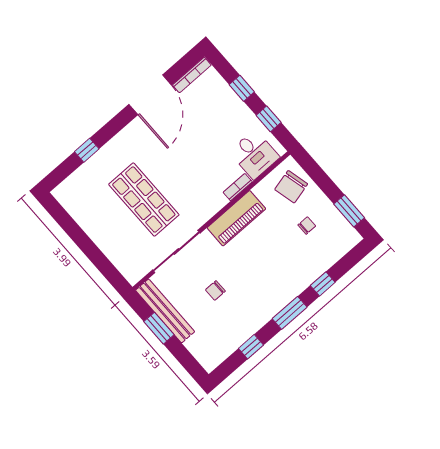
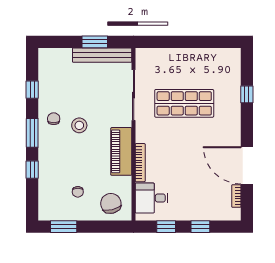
bookcase: (192, 75) -> (236, 196), width x0.64
bookcase: (238, 187) -> (140, 163), width x1.56
stool: (246, 276) -> (79, 125), added
chair: (215, 290) -> (54, 119), moved

